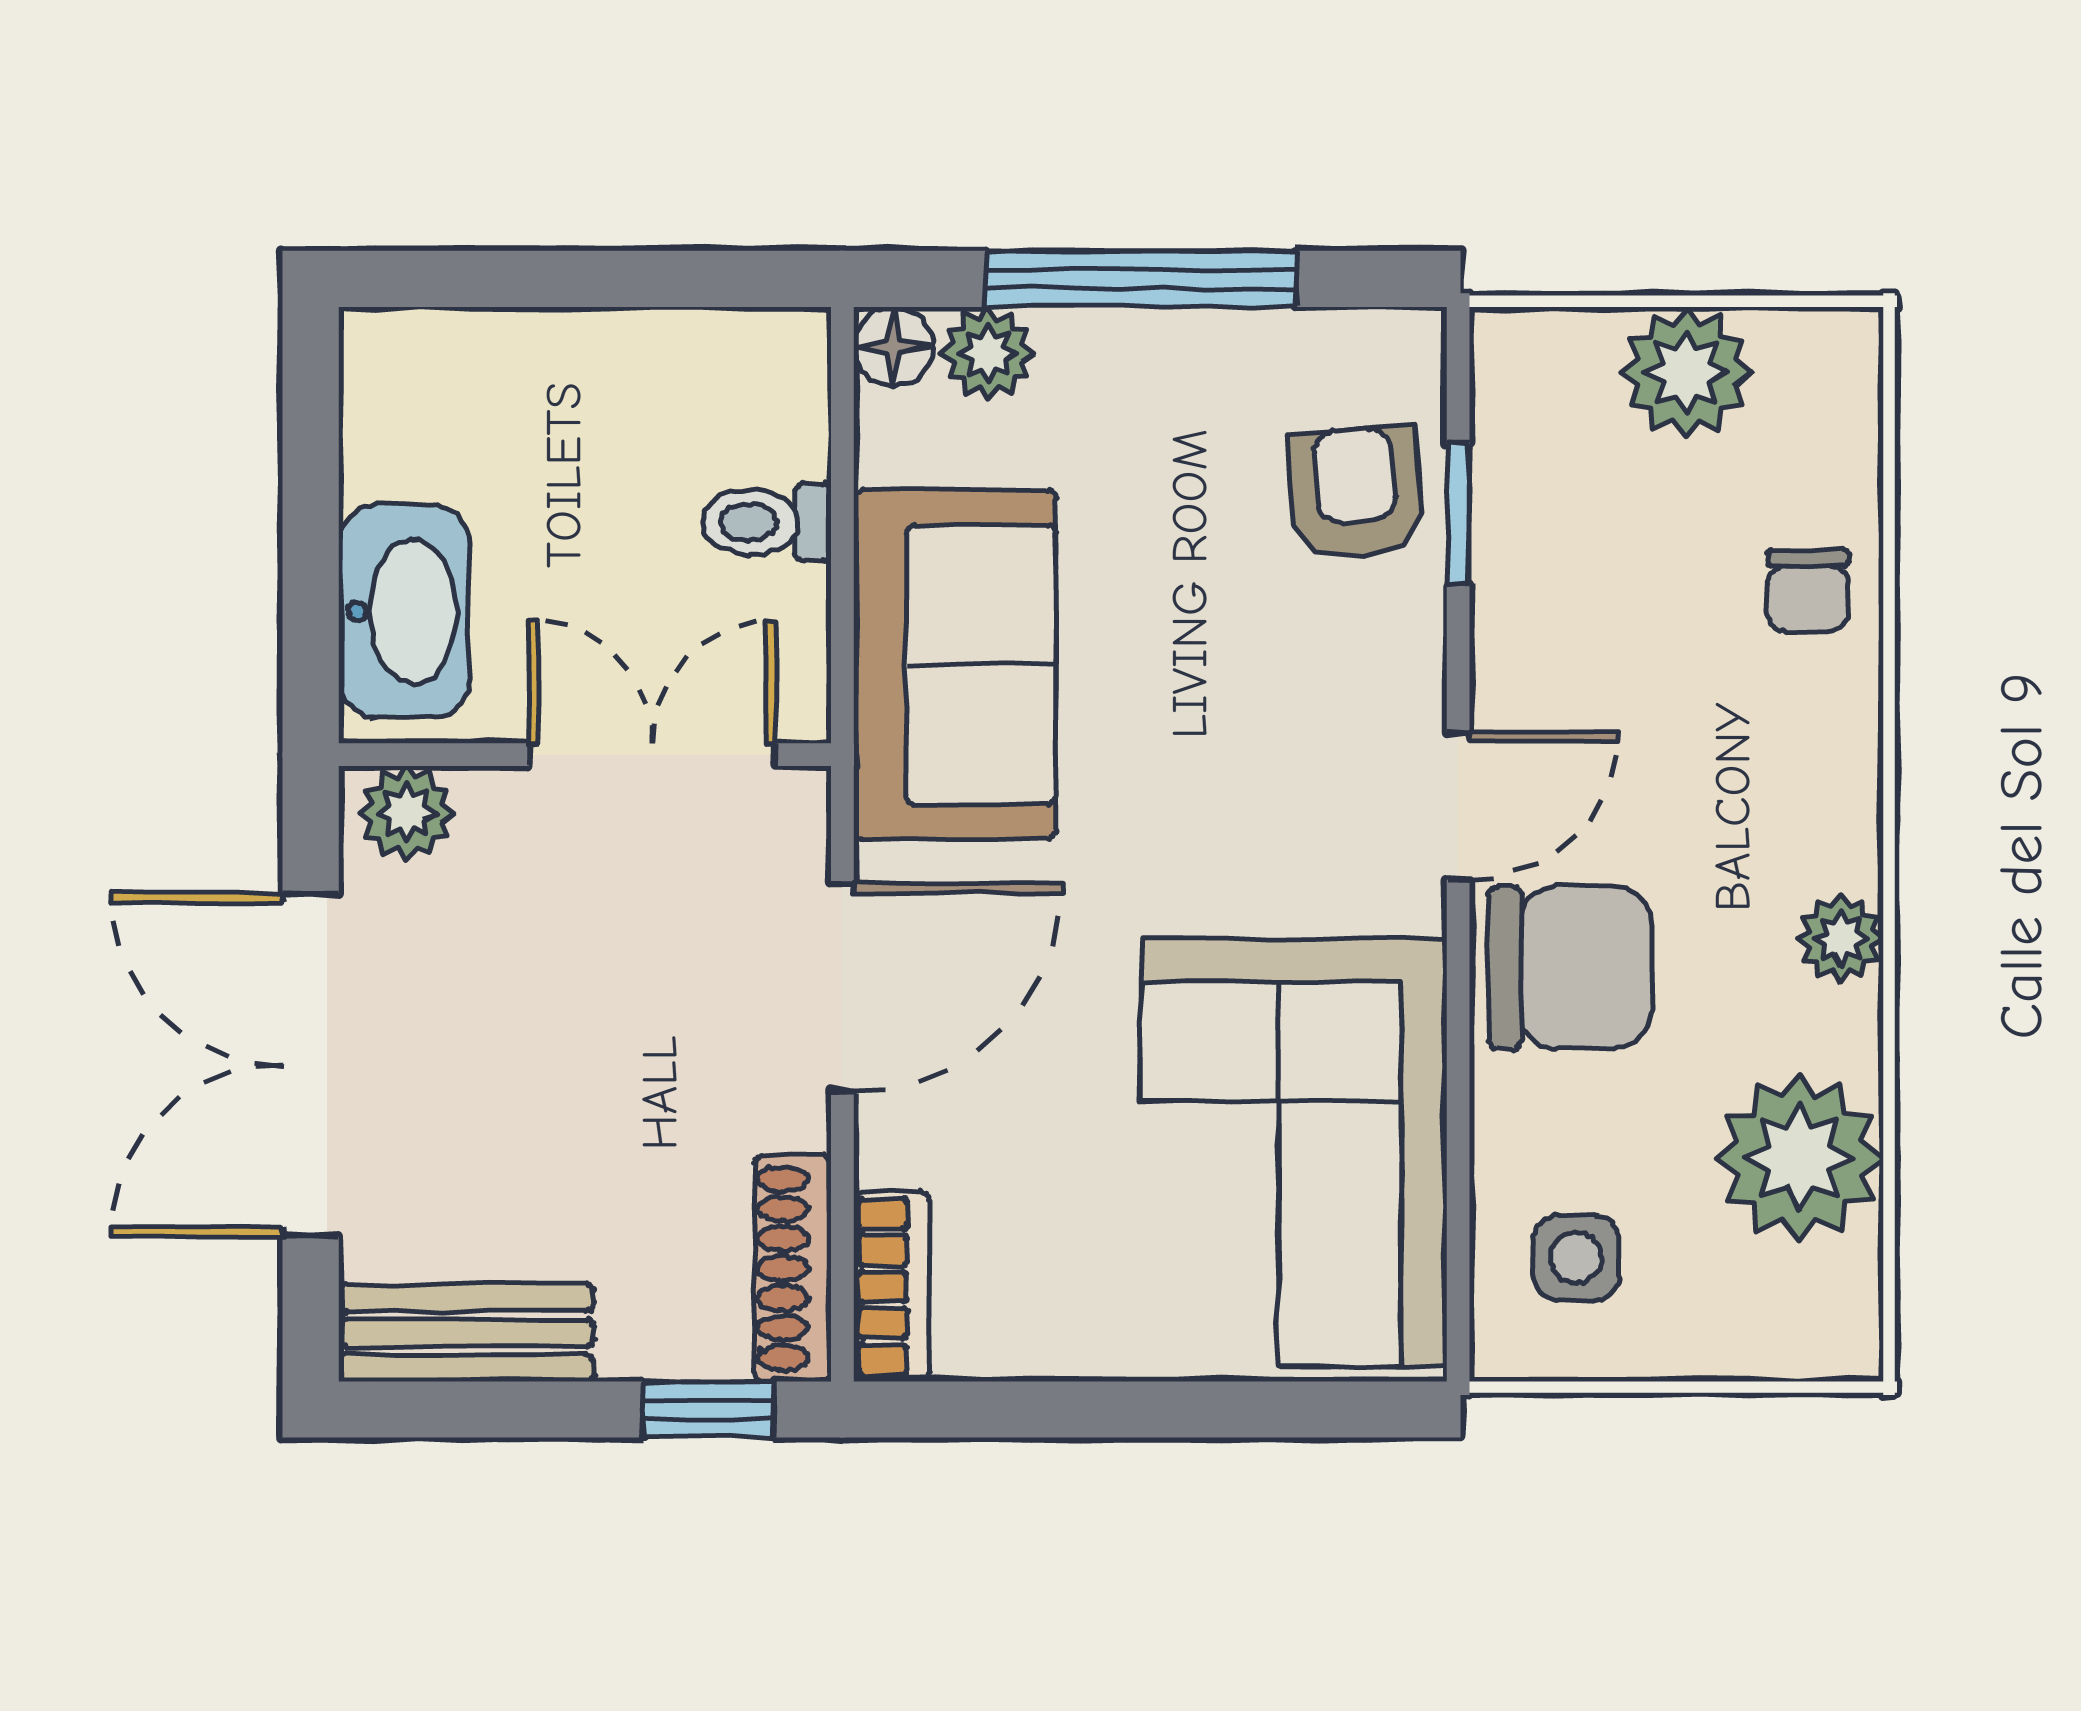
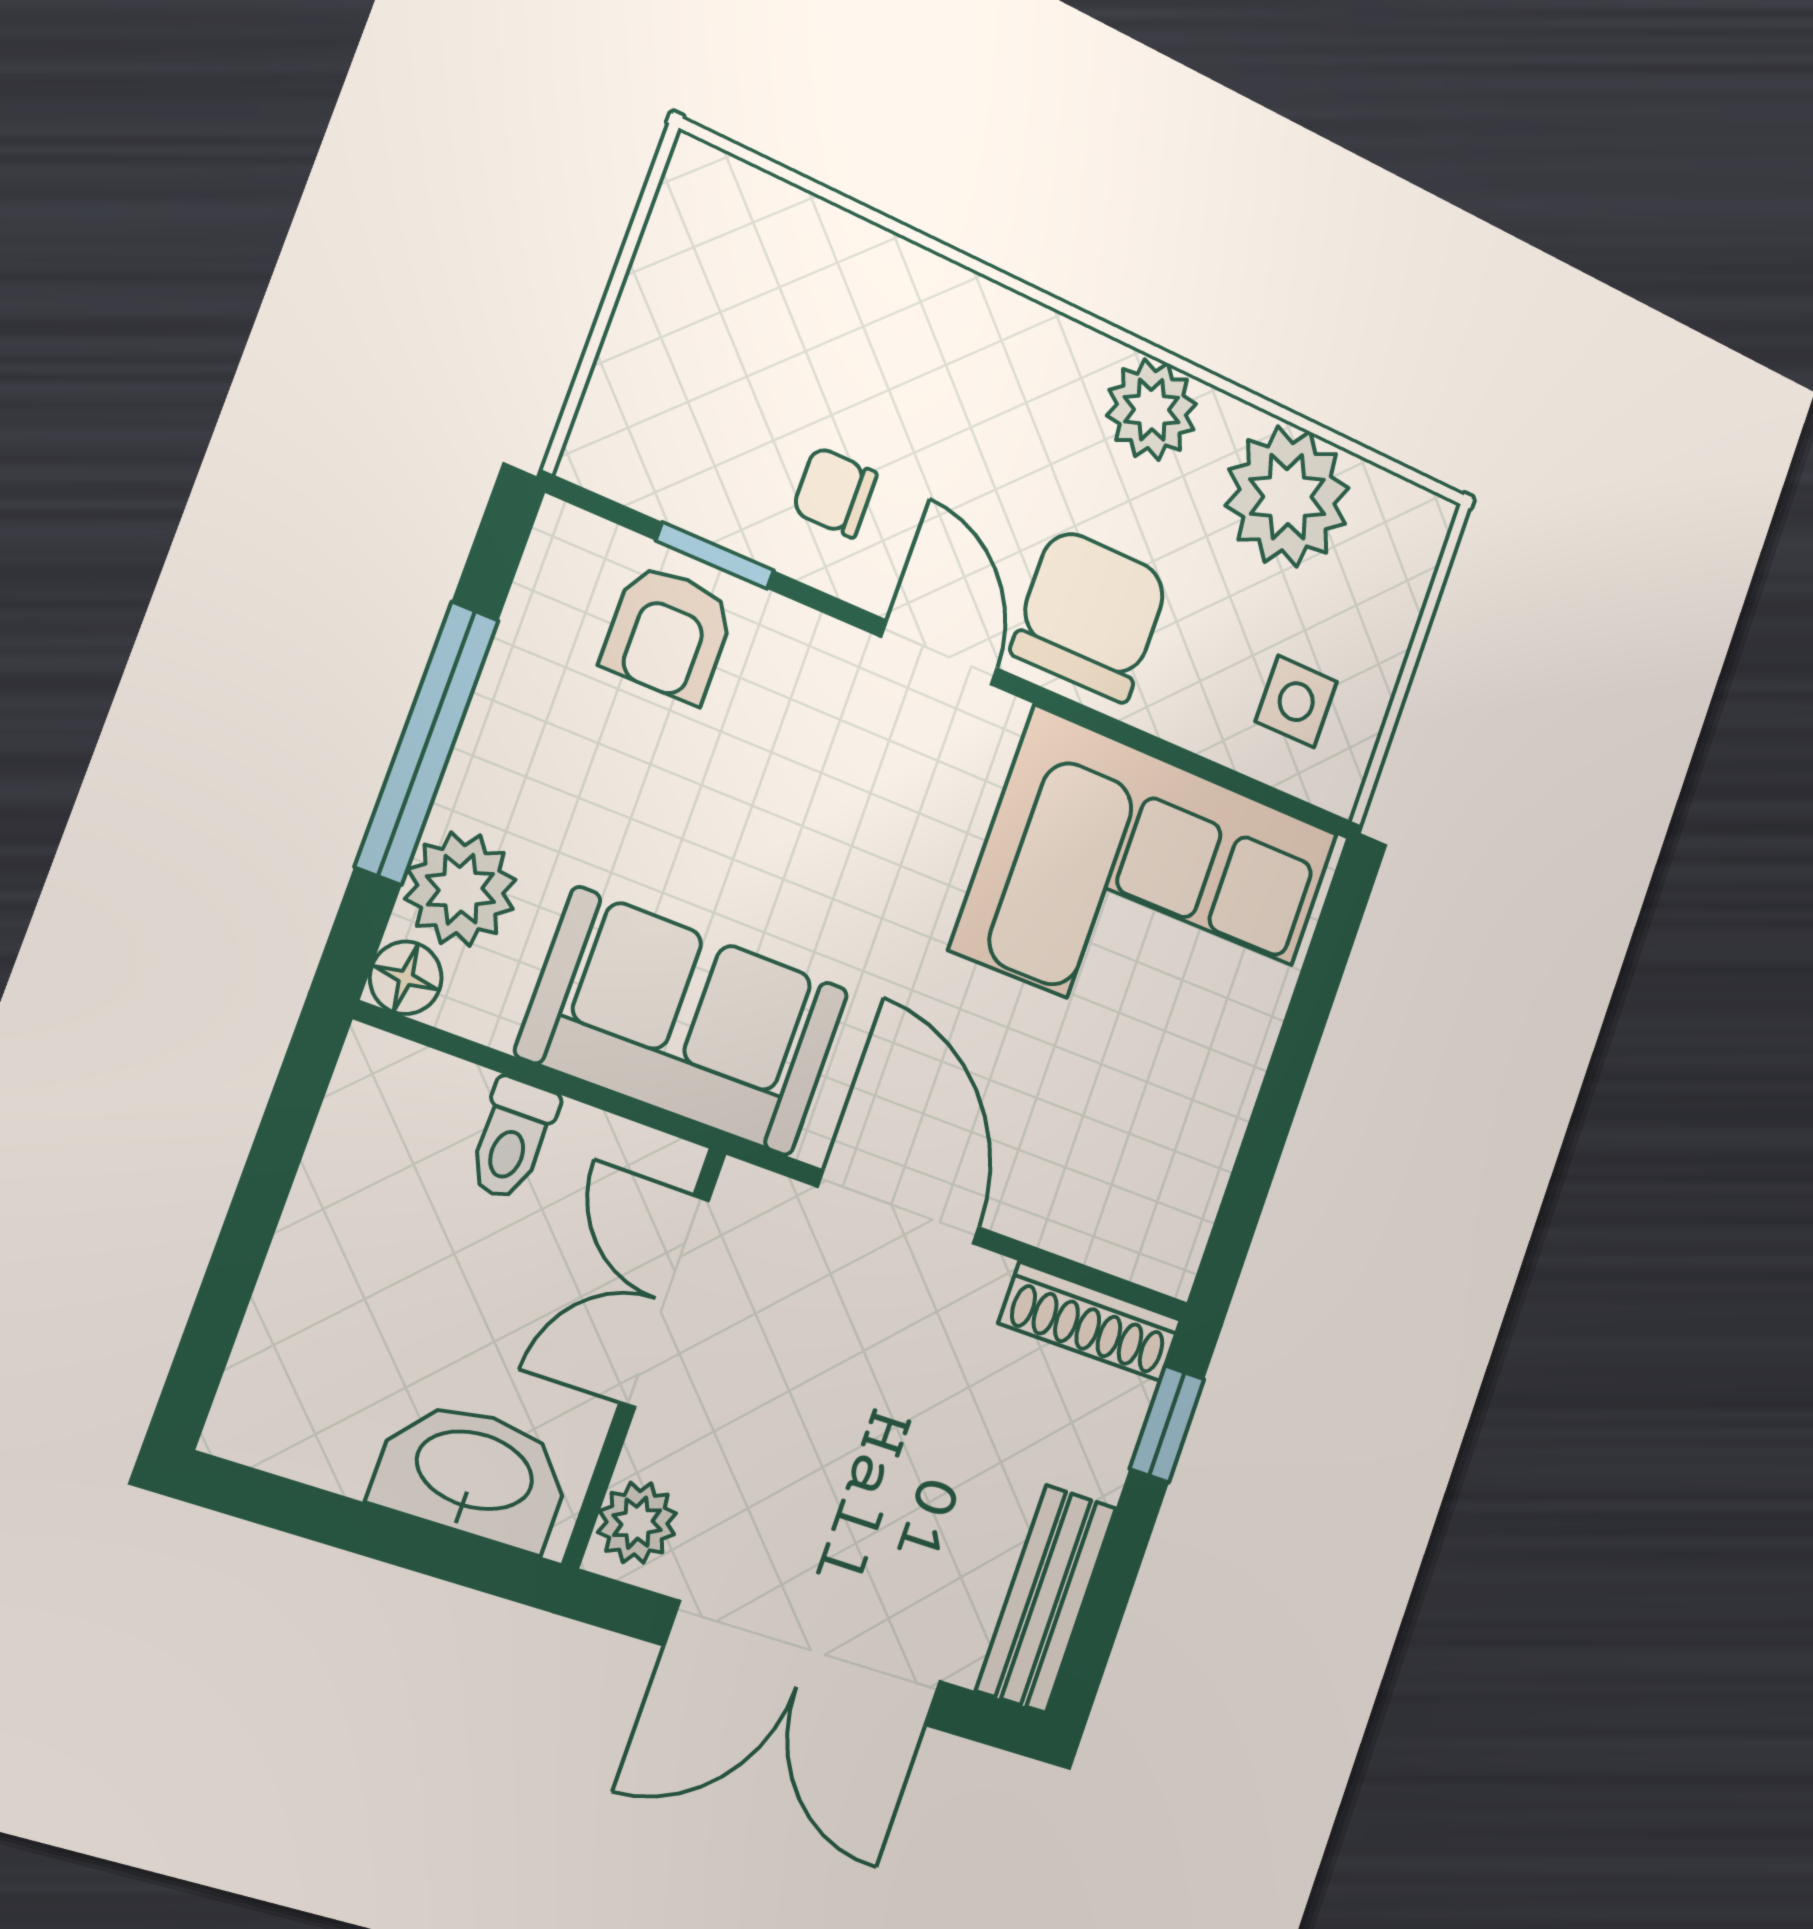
plant: (988, 353) -> (460, 889), width x1.38, depth x1.38
plant: (1686, 372) -> (671, 316), removed
armchair: (1356, 493) -> (668, 633), turned -85
chair: (1808, 591) -> (835, 492), moved, turned 180
plant: (1840, 939) -> (1152, 410), width x1.38, depth x1.38
bookcase: (891, 1287) -> (1131, 1248), removed

